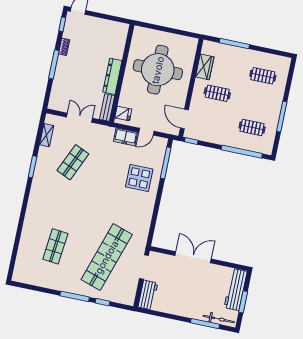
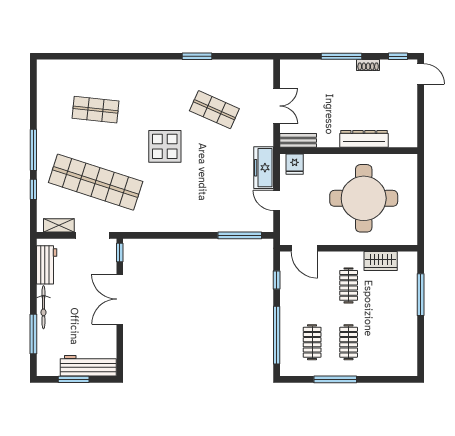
dresser: (112, 76) -> (364, 139), moved
clothes rail: (263, 76) -> (349, 342), moved
door: (184, 119) -> (304, 248), swing flipped
shelving: (47, 135) -> (59, 225), moved
freezer: (126, 137) -> (264, 168), width x1.40
window: (191, 141) -> (277, 280), moved
display table: (139, 178) -> (165, 146), moved
window: (160, 250) -> (120, 253), added
double door: (193, 257) -> (120, 299), swing flipped
workbench: (148, 295) -> (47, 265), moved, turned -90
bicycle: (219, 319) -> (43, 307), moved

